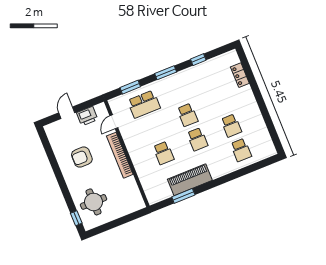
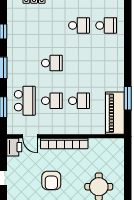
printer: (87, 116) -> (14, 147), moved
school desk: (197, 139) -> (52, 101), moved
piano: (190, 180) -> (115, 113), moved

